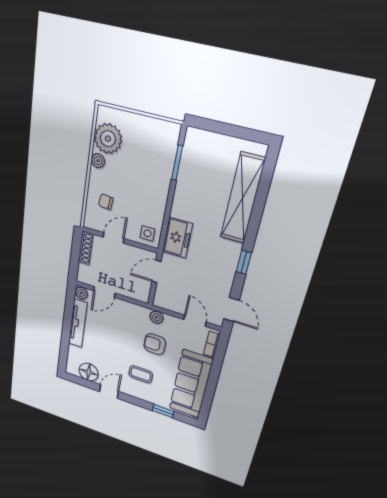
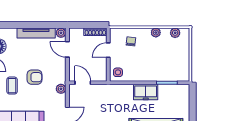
plant: (108, 139) -> (175, 33), width x0.53, depth x0.53
door: (114, 238) -> (108, 50), swing flipped
freezer: (177, 238) -> (146, 92), moved
door: (156, 271) -> (83, 83), moved
armchair: (155, 344) -> (35, 77), moved, turned 90

